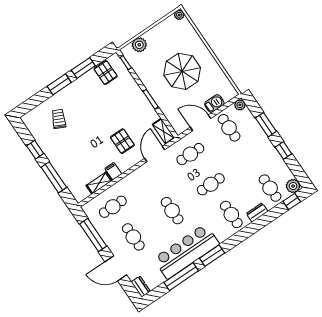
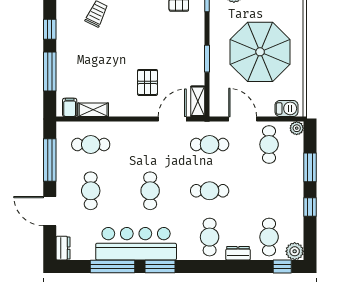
parasol: (182, 71) -> (260, 52), width x1.36, depth x1.36
barbecue: (214, 103) -> (287, 108), moved
filing cabinet: (113, 171) -> (70, 107), moved

